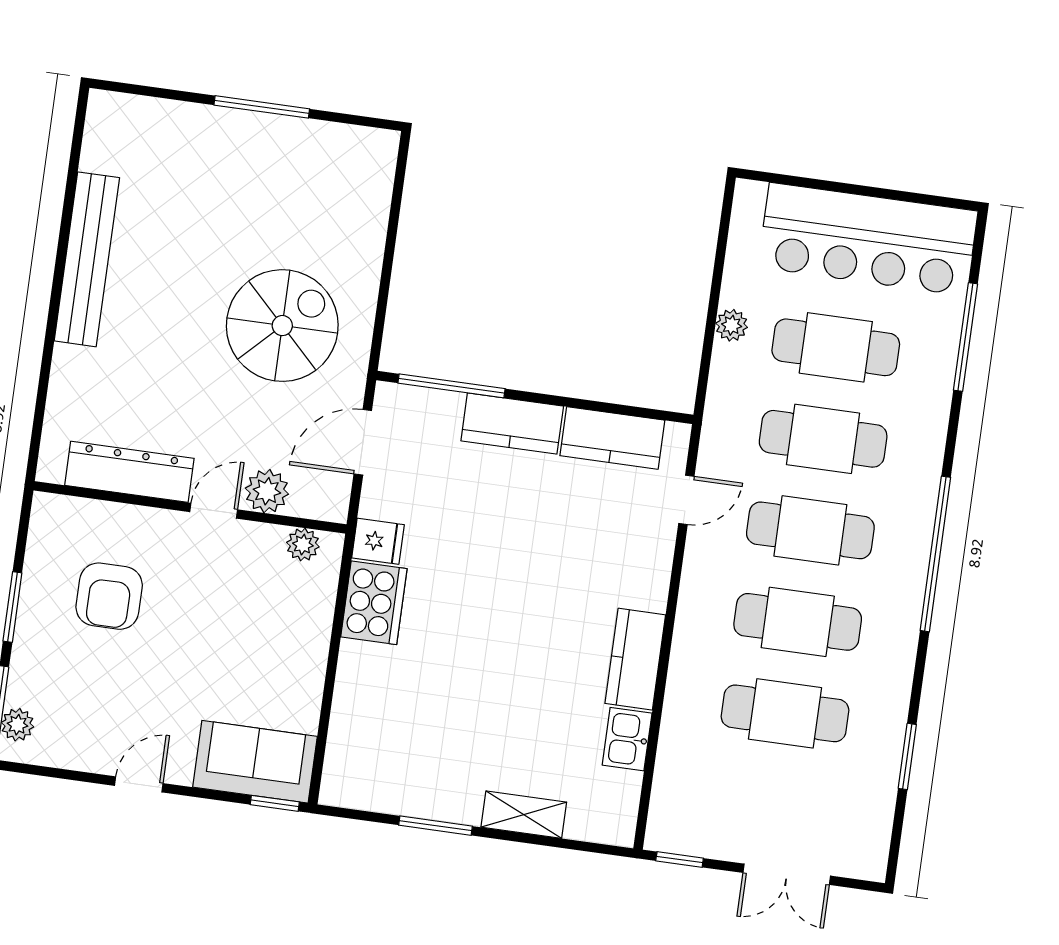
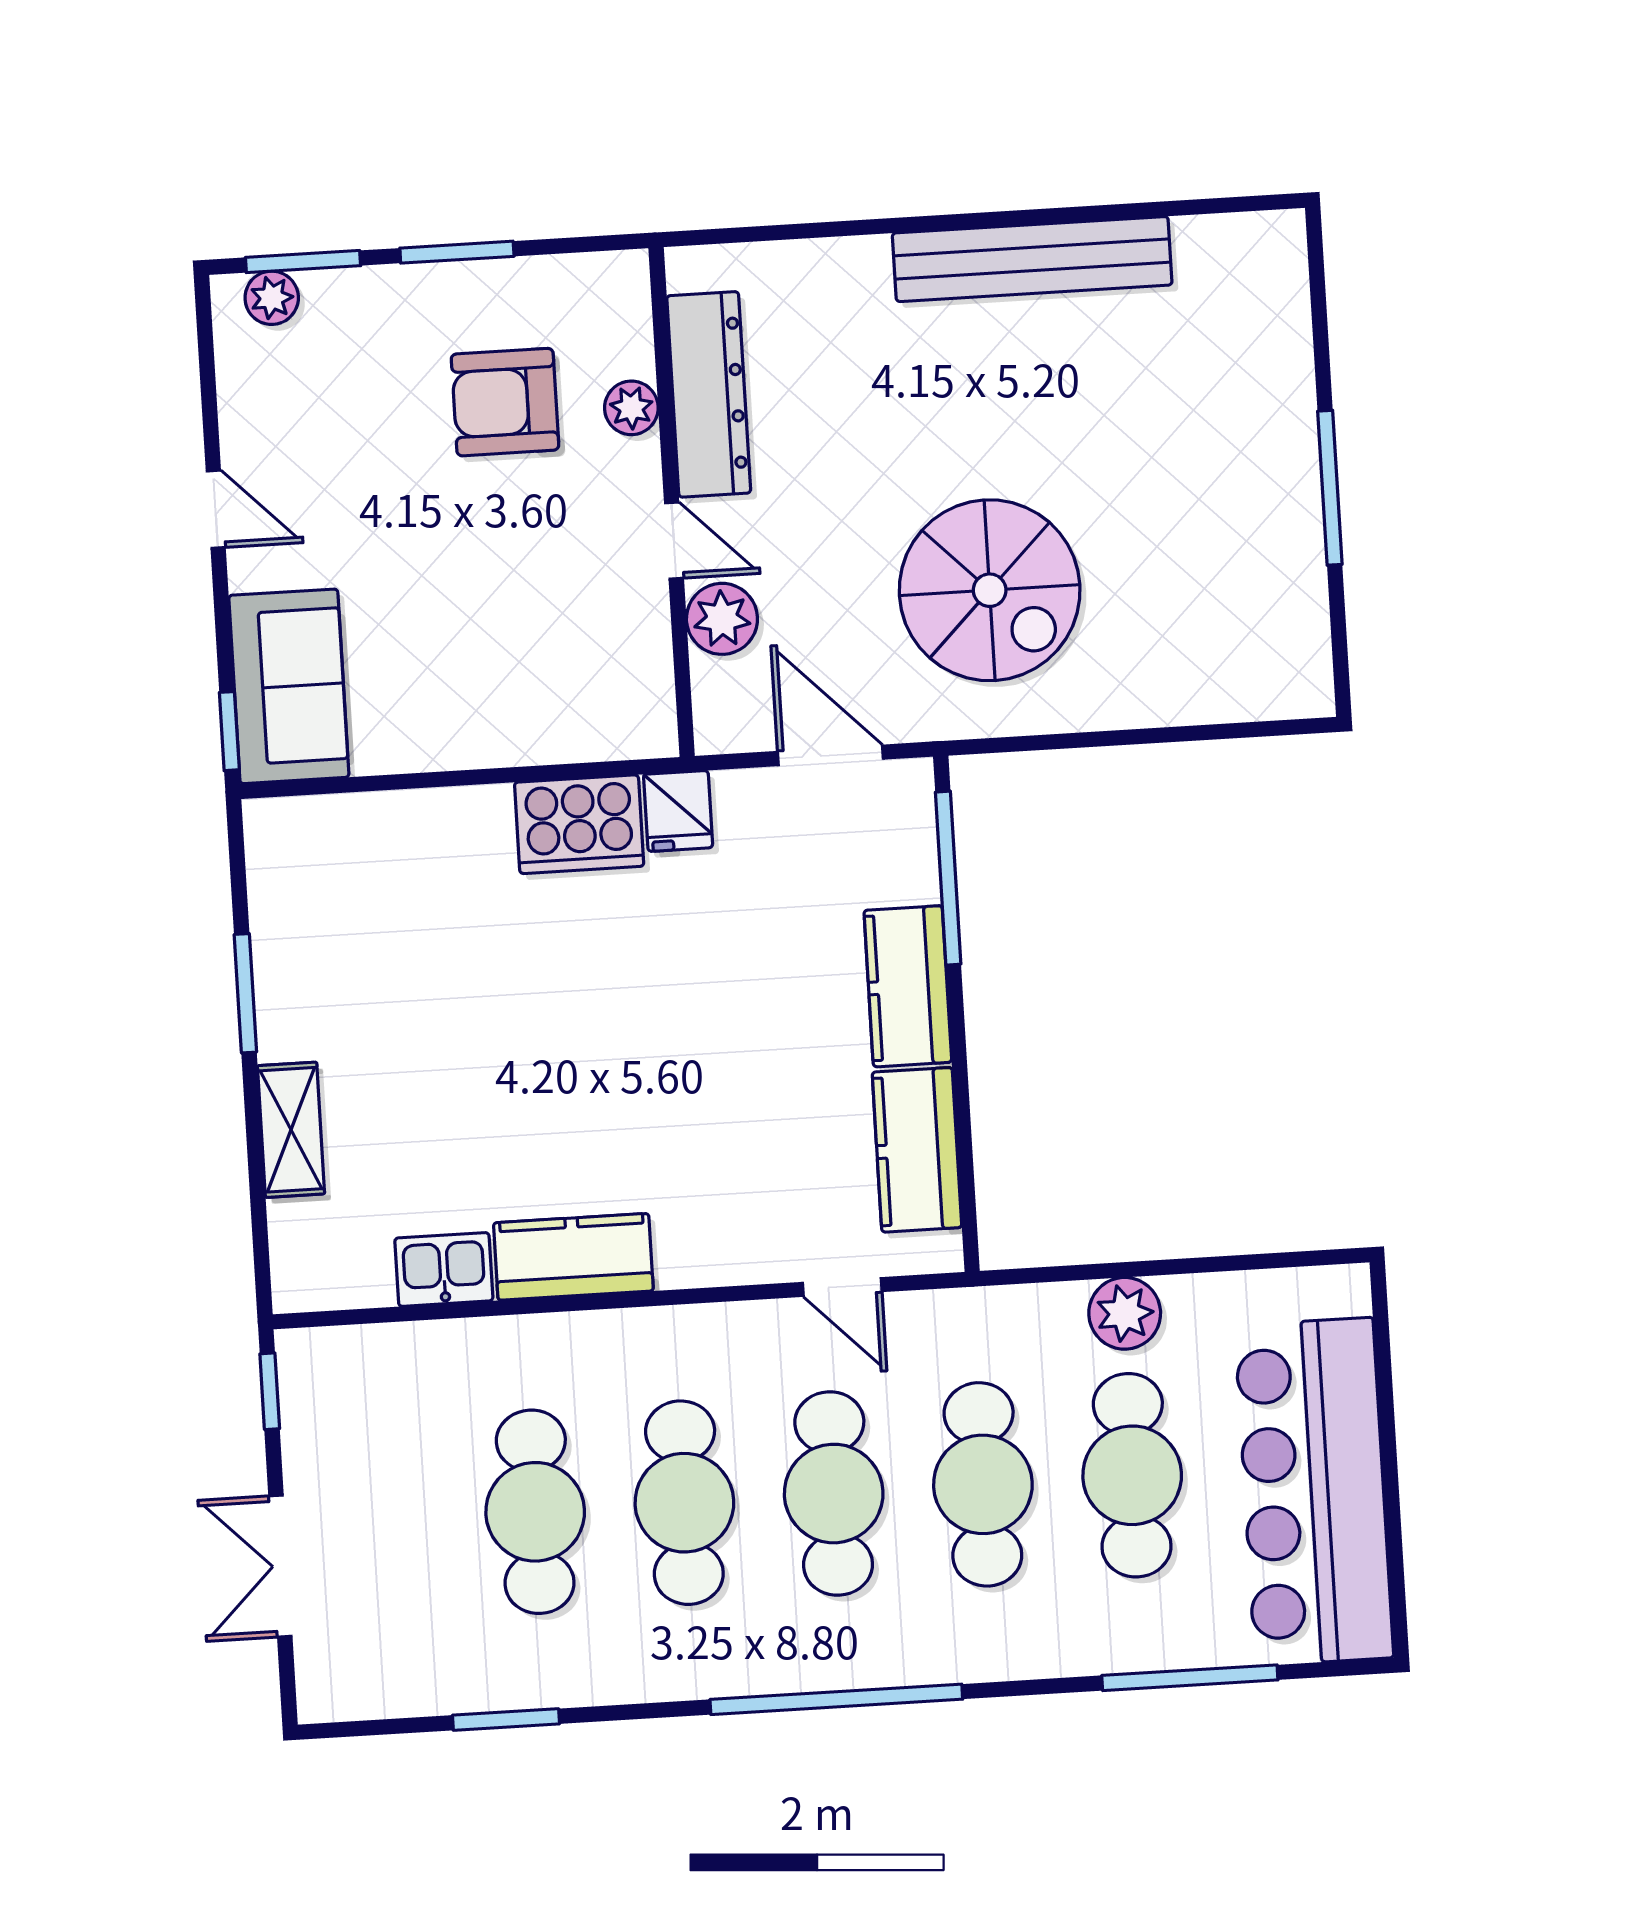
plant: (732, 325) -> (1125, 1313), width x1.38, depth x1.38
plant: (303, 545) -> (631, 408), moved

